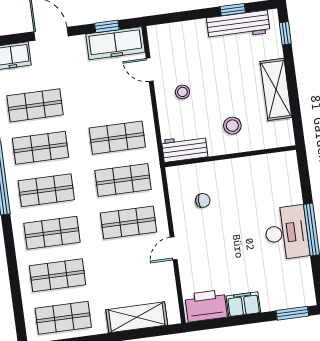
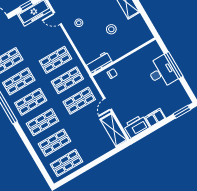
workbench: (185, 148) -> (99, 63), moved
wall: (230, 156) -> (124, 57), moved
shelving: (137, 317) -> (114, 130), moved, turned 90

